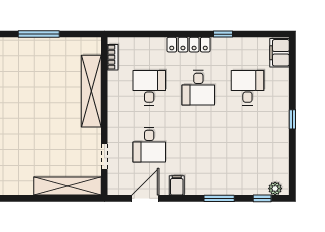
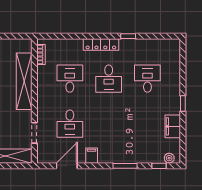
filing cabinet: (280, 53) -> (173, 126), moved

